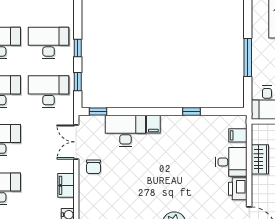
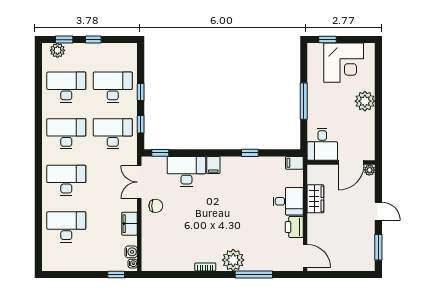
filing cabinet: (238, 135) -> (294, 163), moved
chair: (93, 167) -> (156, 206), turned -90

